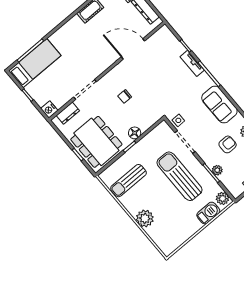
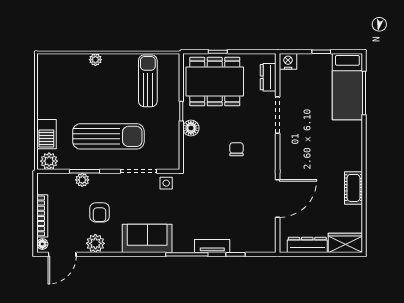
plant: (145, 218) -> (95, 60), width x0.53, depth x0.53

